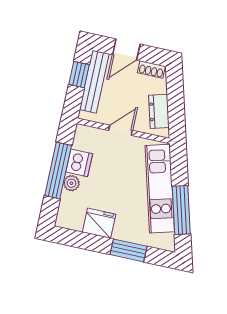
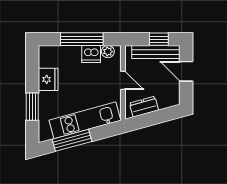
shoe rack: (151, 69) -> (175, 94), removed
plant: (72, 183) -> (108, 52), moved

